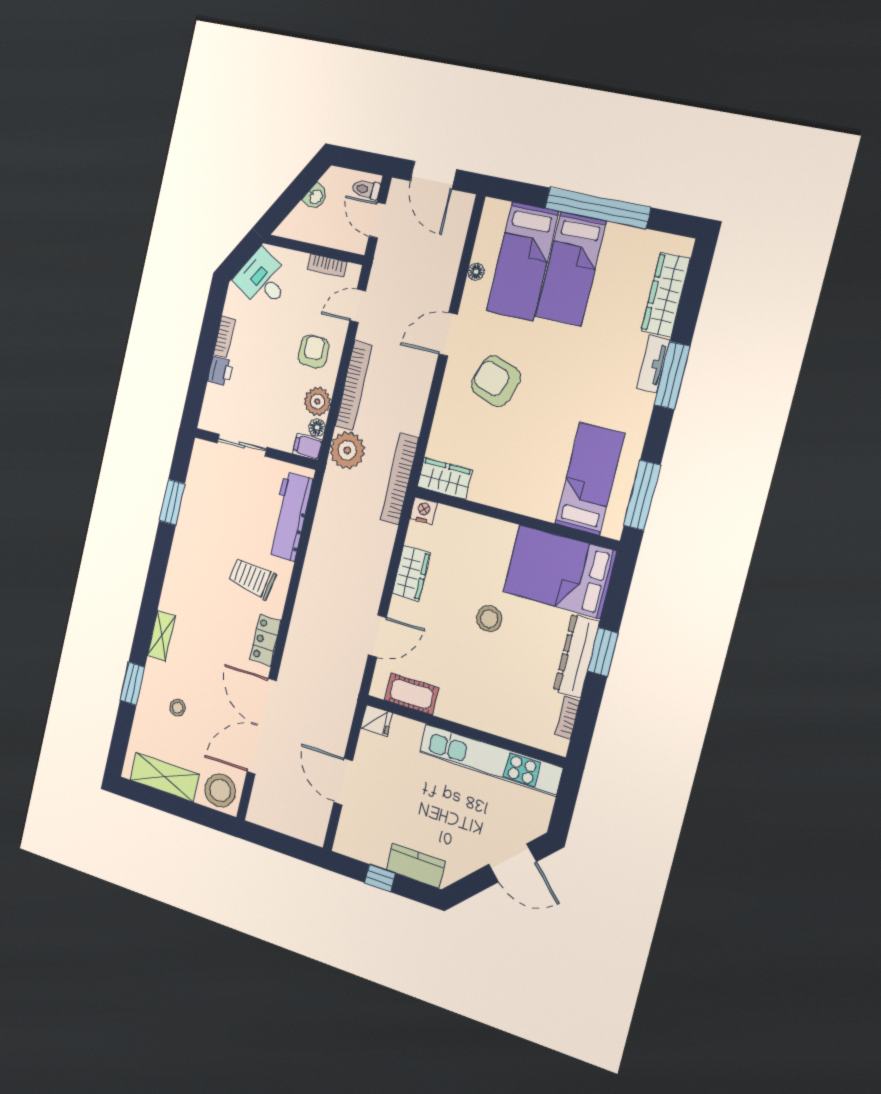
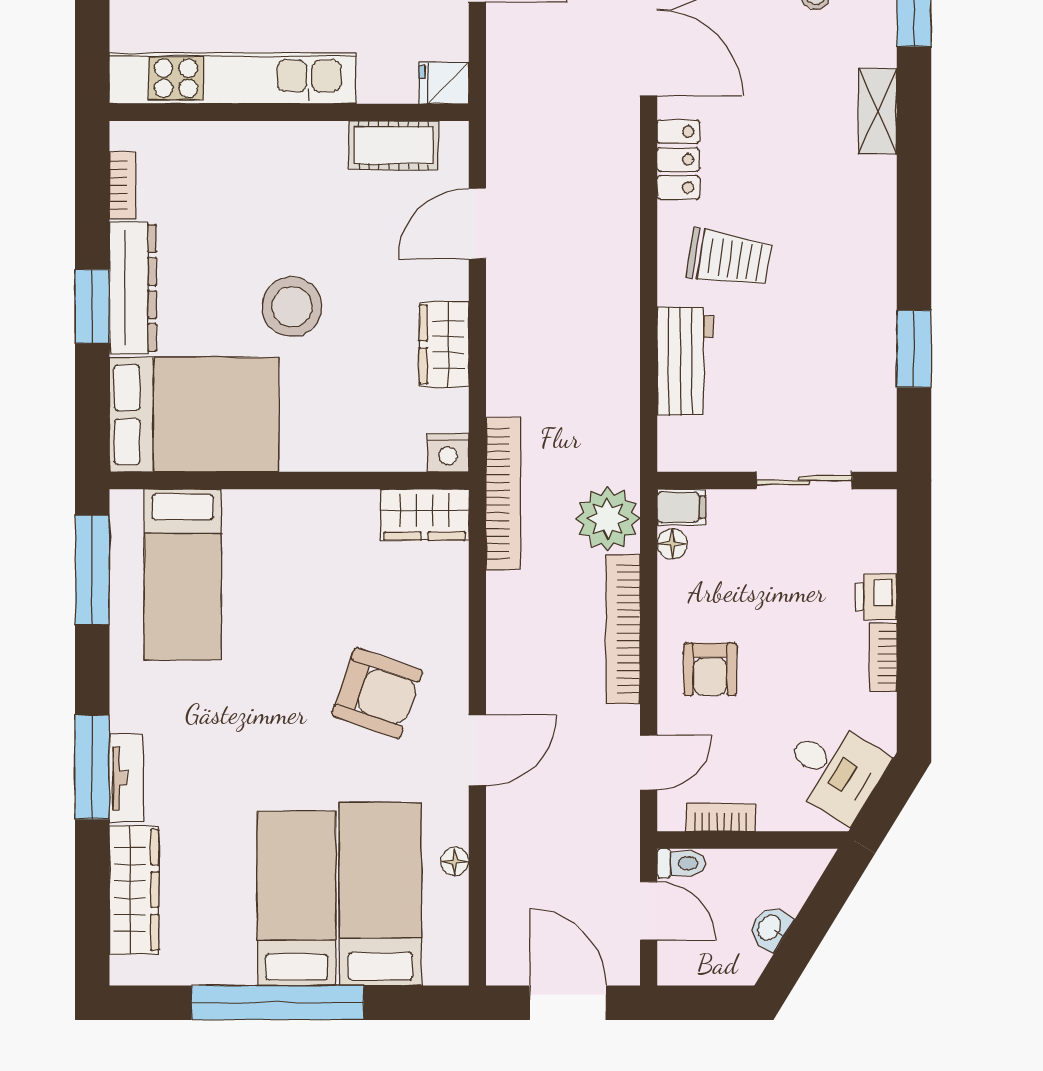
toilet: (366, 189) -> (681, 863), moved
plant: (317, 401) -> (682, 587), removed
workbench: (290, 517) -> (685, 361), width x0.73
stool: (489, 619) -> (292, 307), width x1.38, depth x1.38

